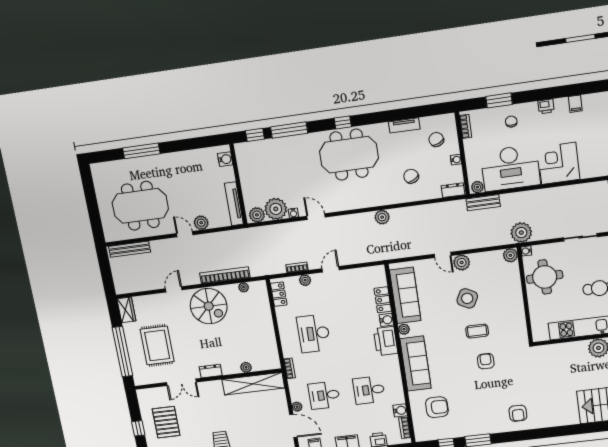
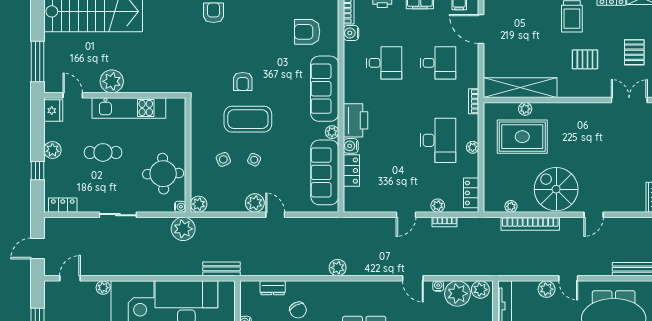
plant: (477, 187) -> (103, 288), moved
dresser: (453, 190) -> (273, 288), moved
side table: (494, 295) -> (223, 159), added
side table: (467, 298) -> (254, 160), width x0.54, depth x0.54
coffee table: (477, 331) -> (248, 119), width x1.86, depth x1.72
rug: (157, 345) -> (522, 137), moved, turned 90
dresser: (211, 371) -> (568, 110), removed
double door: (181, 382) -> (629, 100), moved
plant: (297, 407) -> (473, 147), moved
pallet: (205, 412) -> (585, 59), added
pallet: (166, 422) -> (634, 52), width x0.67, depth x0.71

